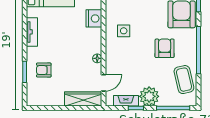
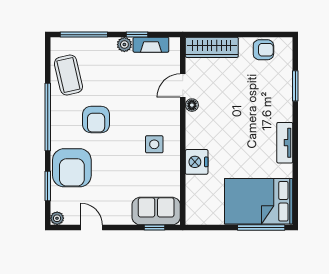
armchair: (44, 70) -> (263, 50), moved
door: (104, 83) -> (183, 86), moved
plant: (149, 96) -> (124, 45), width x0.53, depth x0.53

